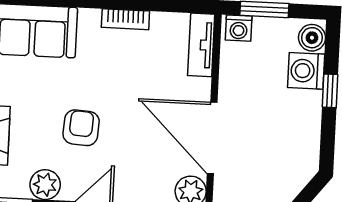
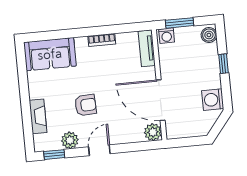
washing machine: (306, 71) -> (213, 100), moved
armchair: (81, 128) -> (86, 105), turned 83

